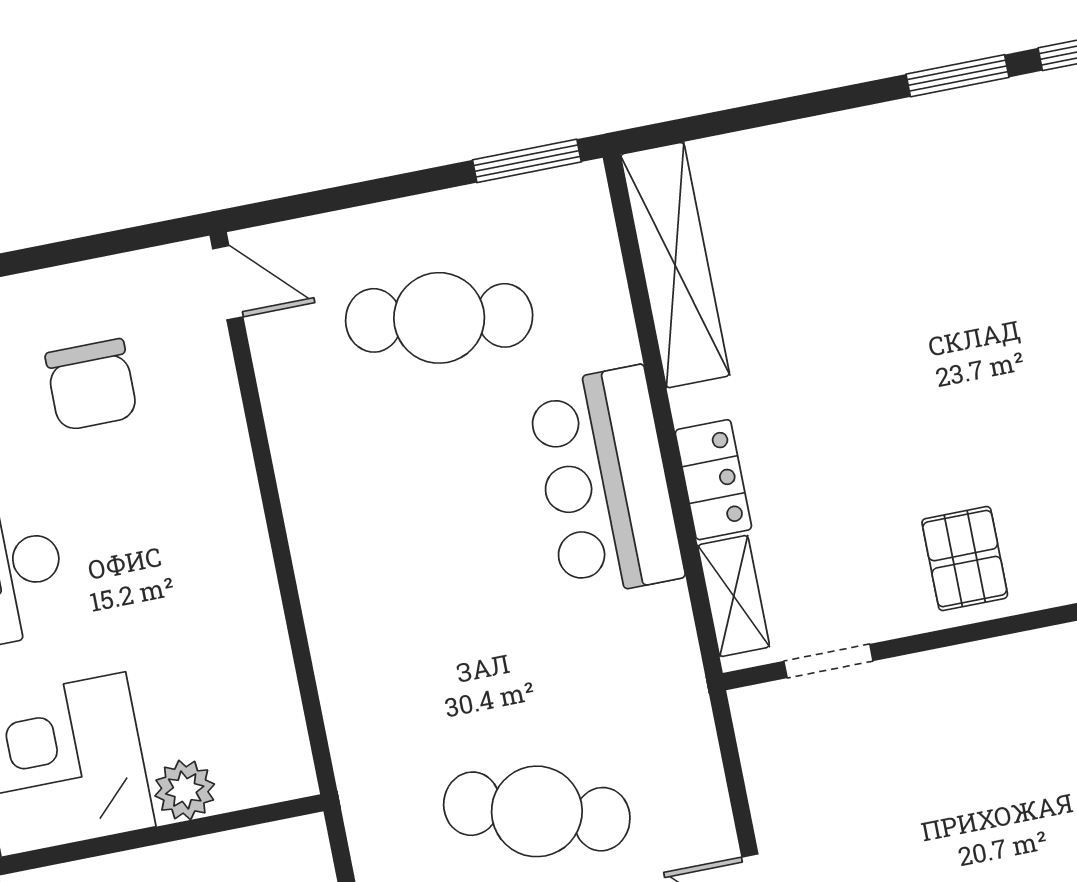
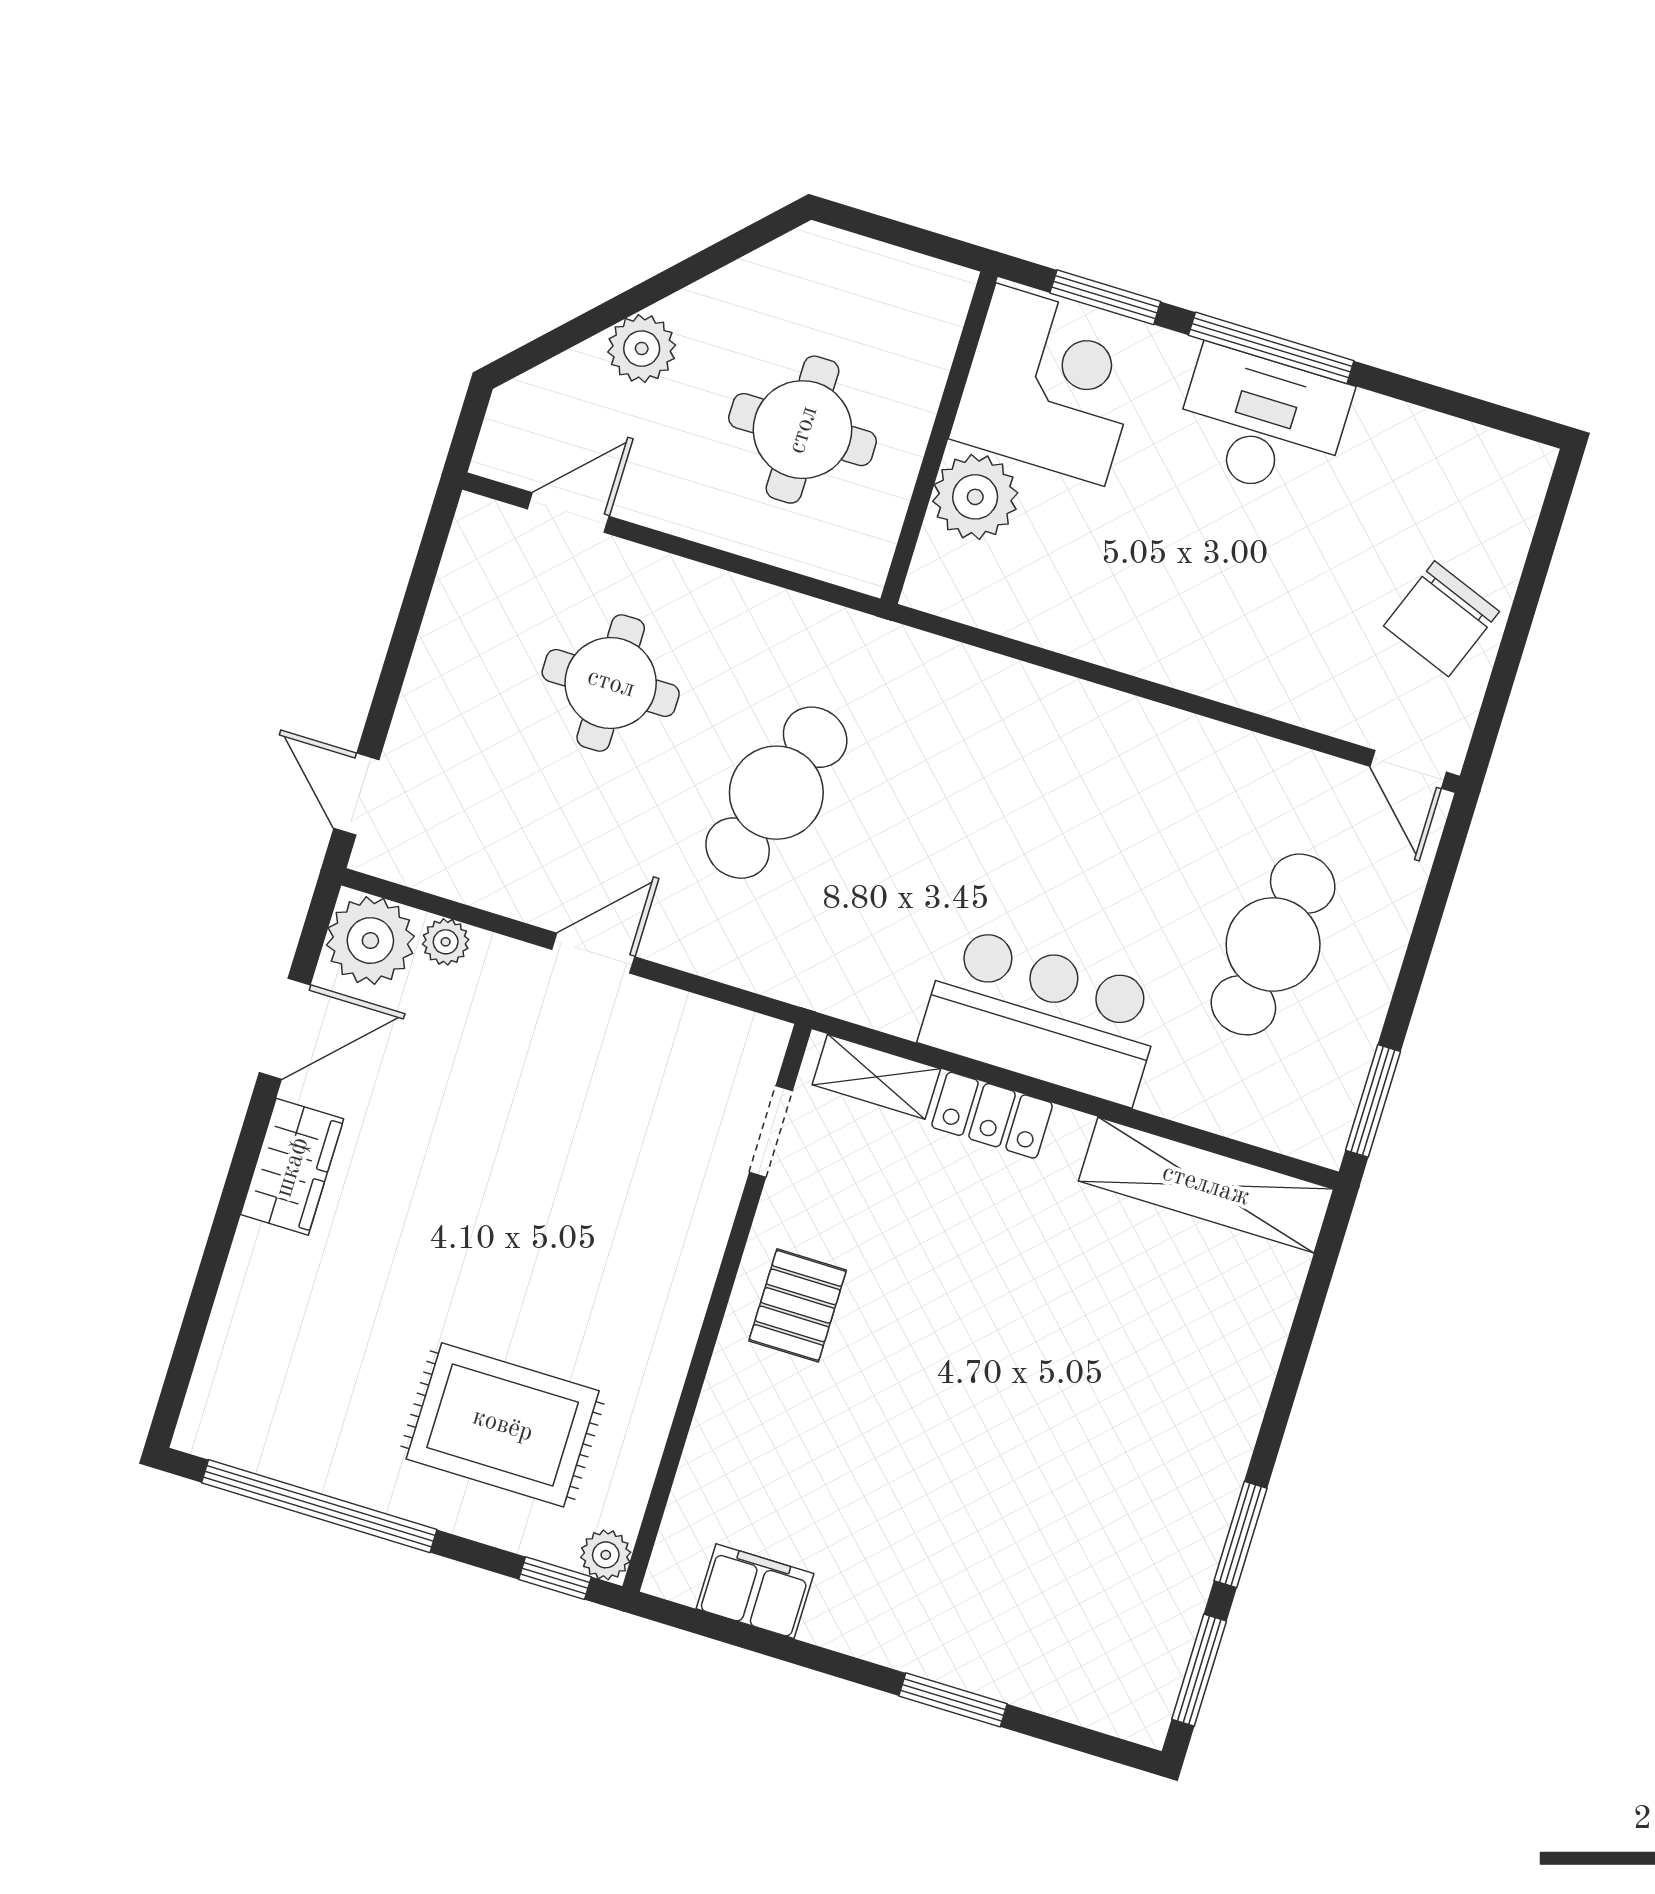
door: (228, 283) -> (1408, 769), hinge flipped
chair: (91, 385) -> (1442, 619), moved, turned -69
pallet: (965, 559) -> (798, 1305), turned 90
plant: (185, 790) -> (975, 497), width x1.36, depth x1.36

